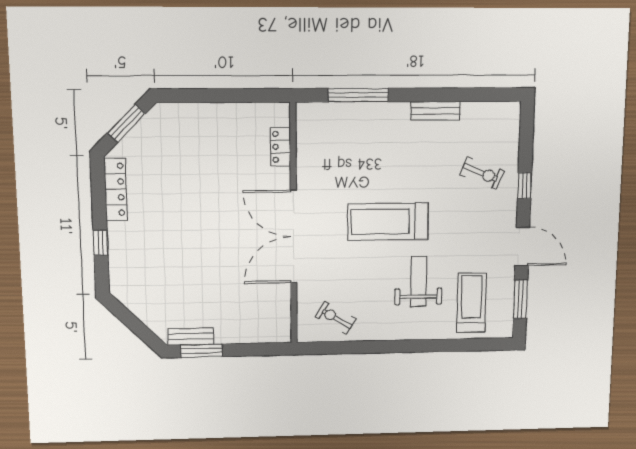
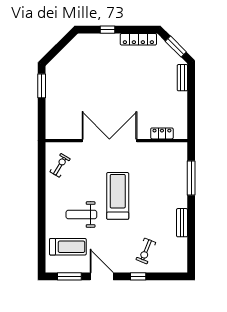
door: (522, 247) -> (102, 276), swing flipped
weight bench: (418, 282) -> (81, 215), turned 180
bench: (191, 337) -> (182, 78), moved

